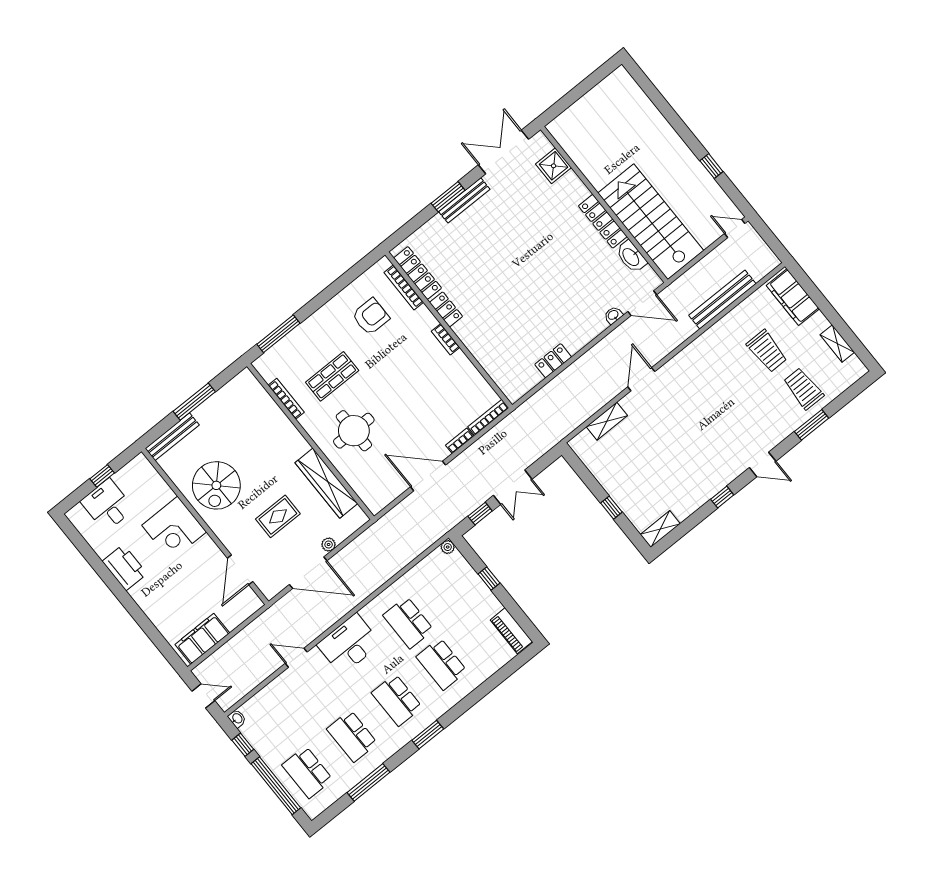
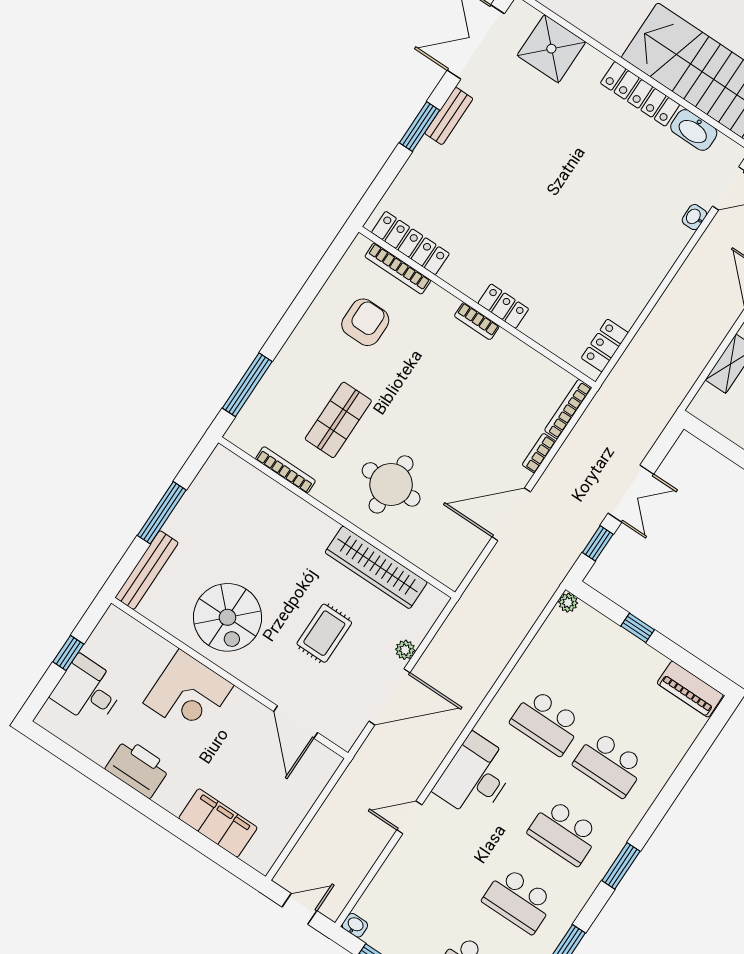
shower: (554, 166) -> (551, 49), width x1.36, depth x1.36
bench: (464, 200) -> (449, 116), width x0.73
locker: (446, 309) -> (503, 306), moved
locker: (553, 361) -> (605, 345), moved
filing cabinet: (202, 639) -> (218, 823), moved, turned 90

